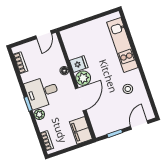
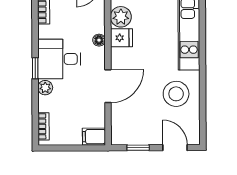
plant: (83, 78) -> (121, 17), moved
stool: (128, 89) -> (176, 94), width x1.89, depth x1.89
door: (139, 125) -> (175, 148), hinge flipped
filing cabinet: (81, 130) -> (94, 137), width x0.50

